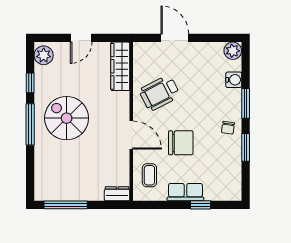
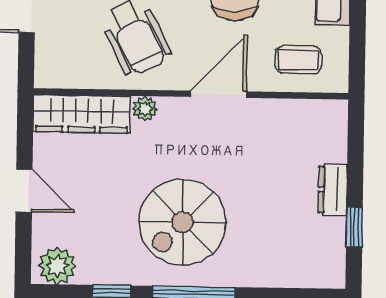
plant: (123, 98) -> (145, 109), added
dresser: (117, 194) -> (333, 190), moved
window: (66, 205) -> (354, 227), width x0.46

